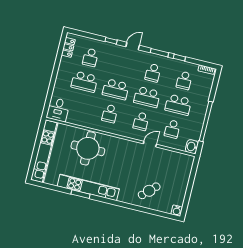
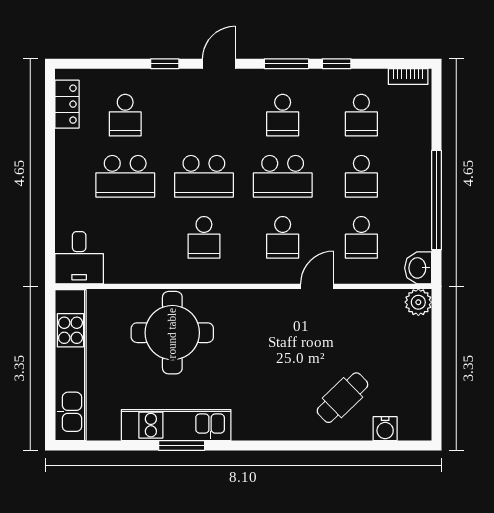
school desk: (178, 105) -> (361, 176), width x0.54
plant: (189, 160) -> (418, 302), added
kitchen unit: (88, 187) -> (176, 425), width x0.73
water cooler: (177, 211) -> (385, 429), moved

